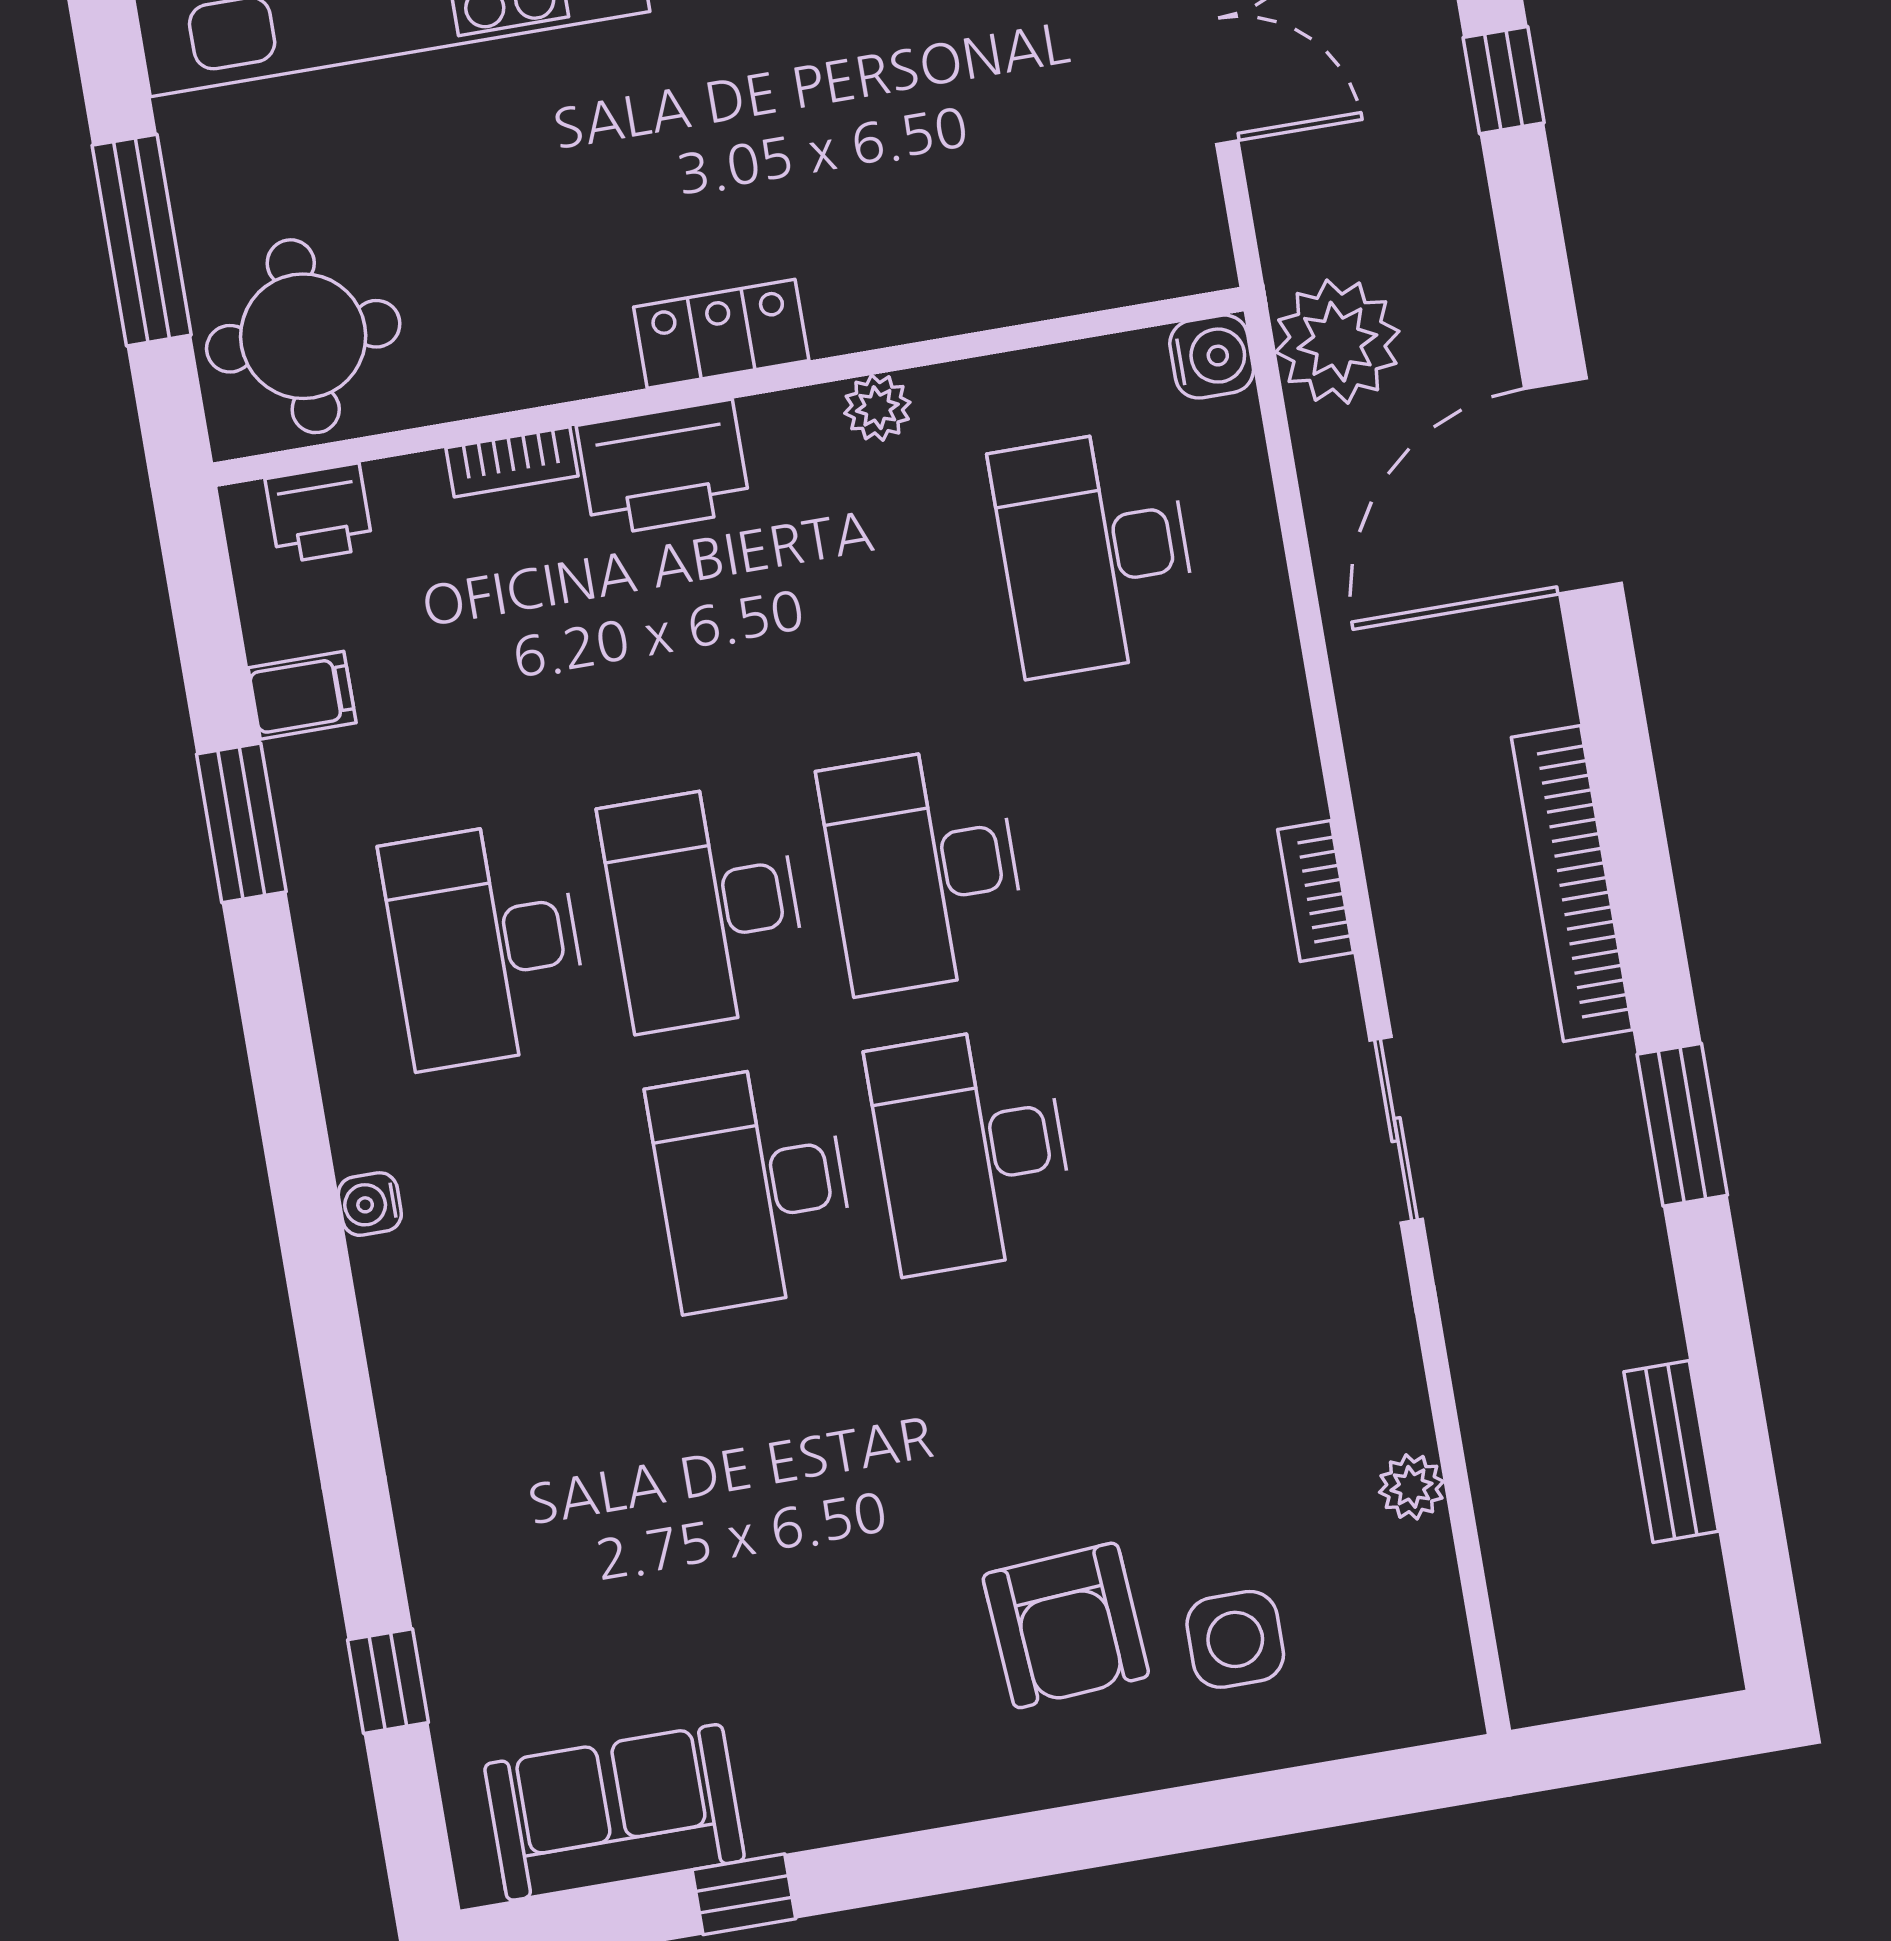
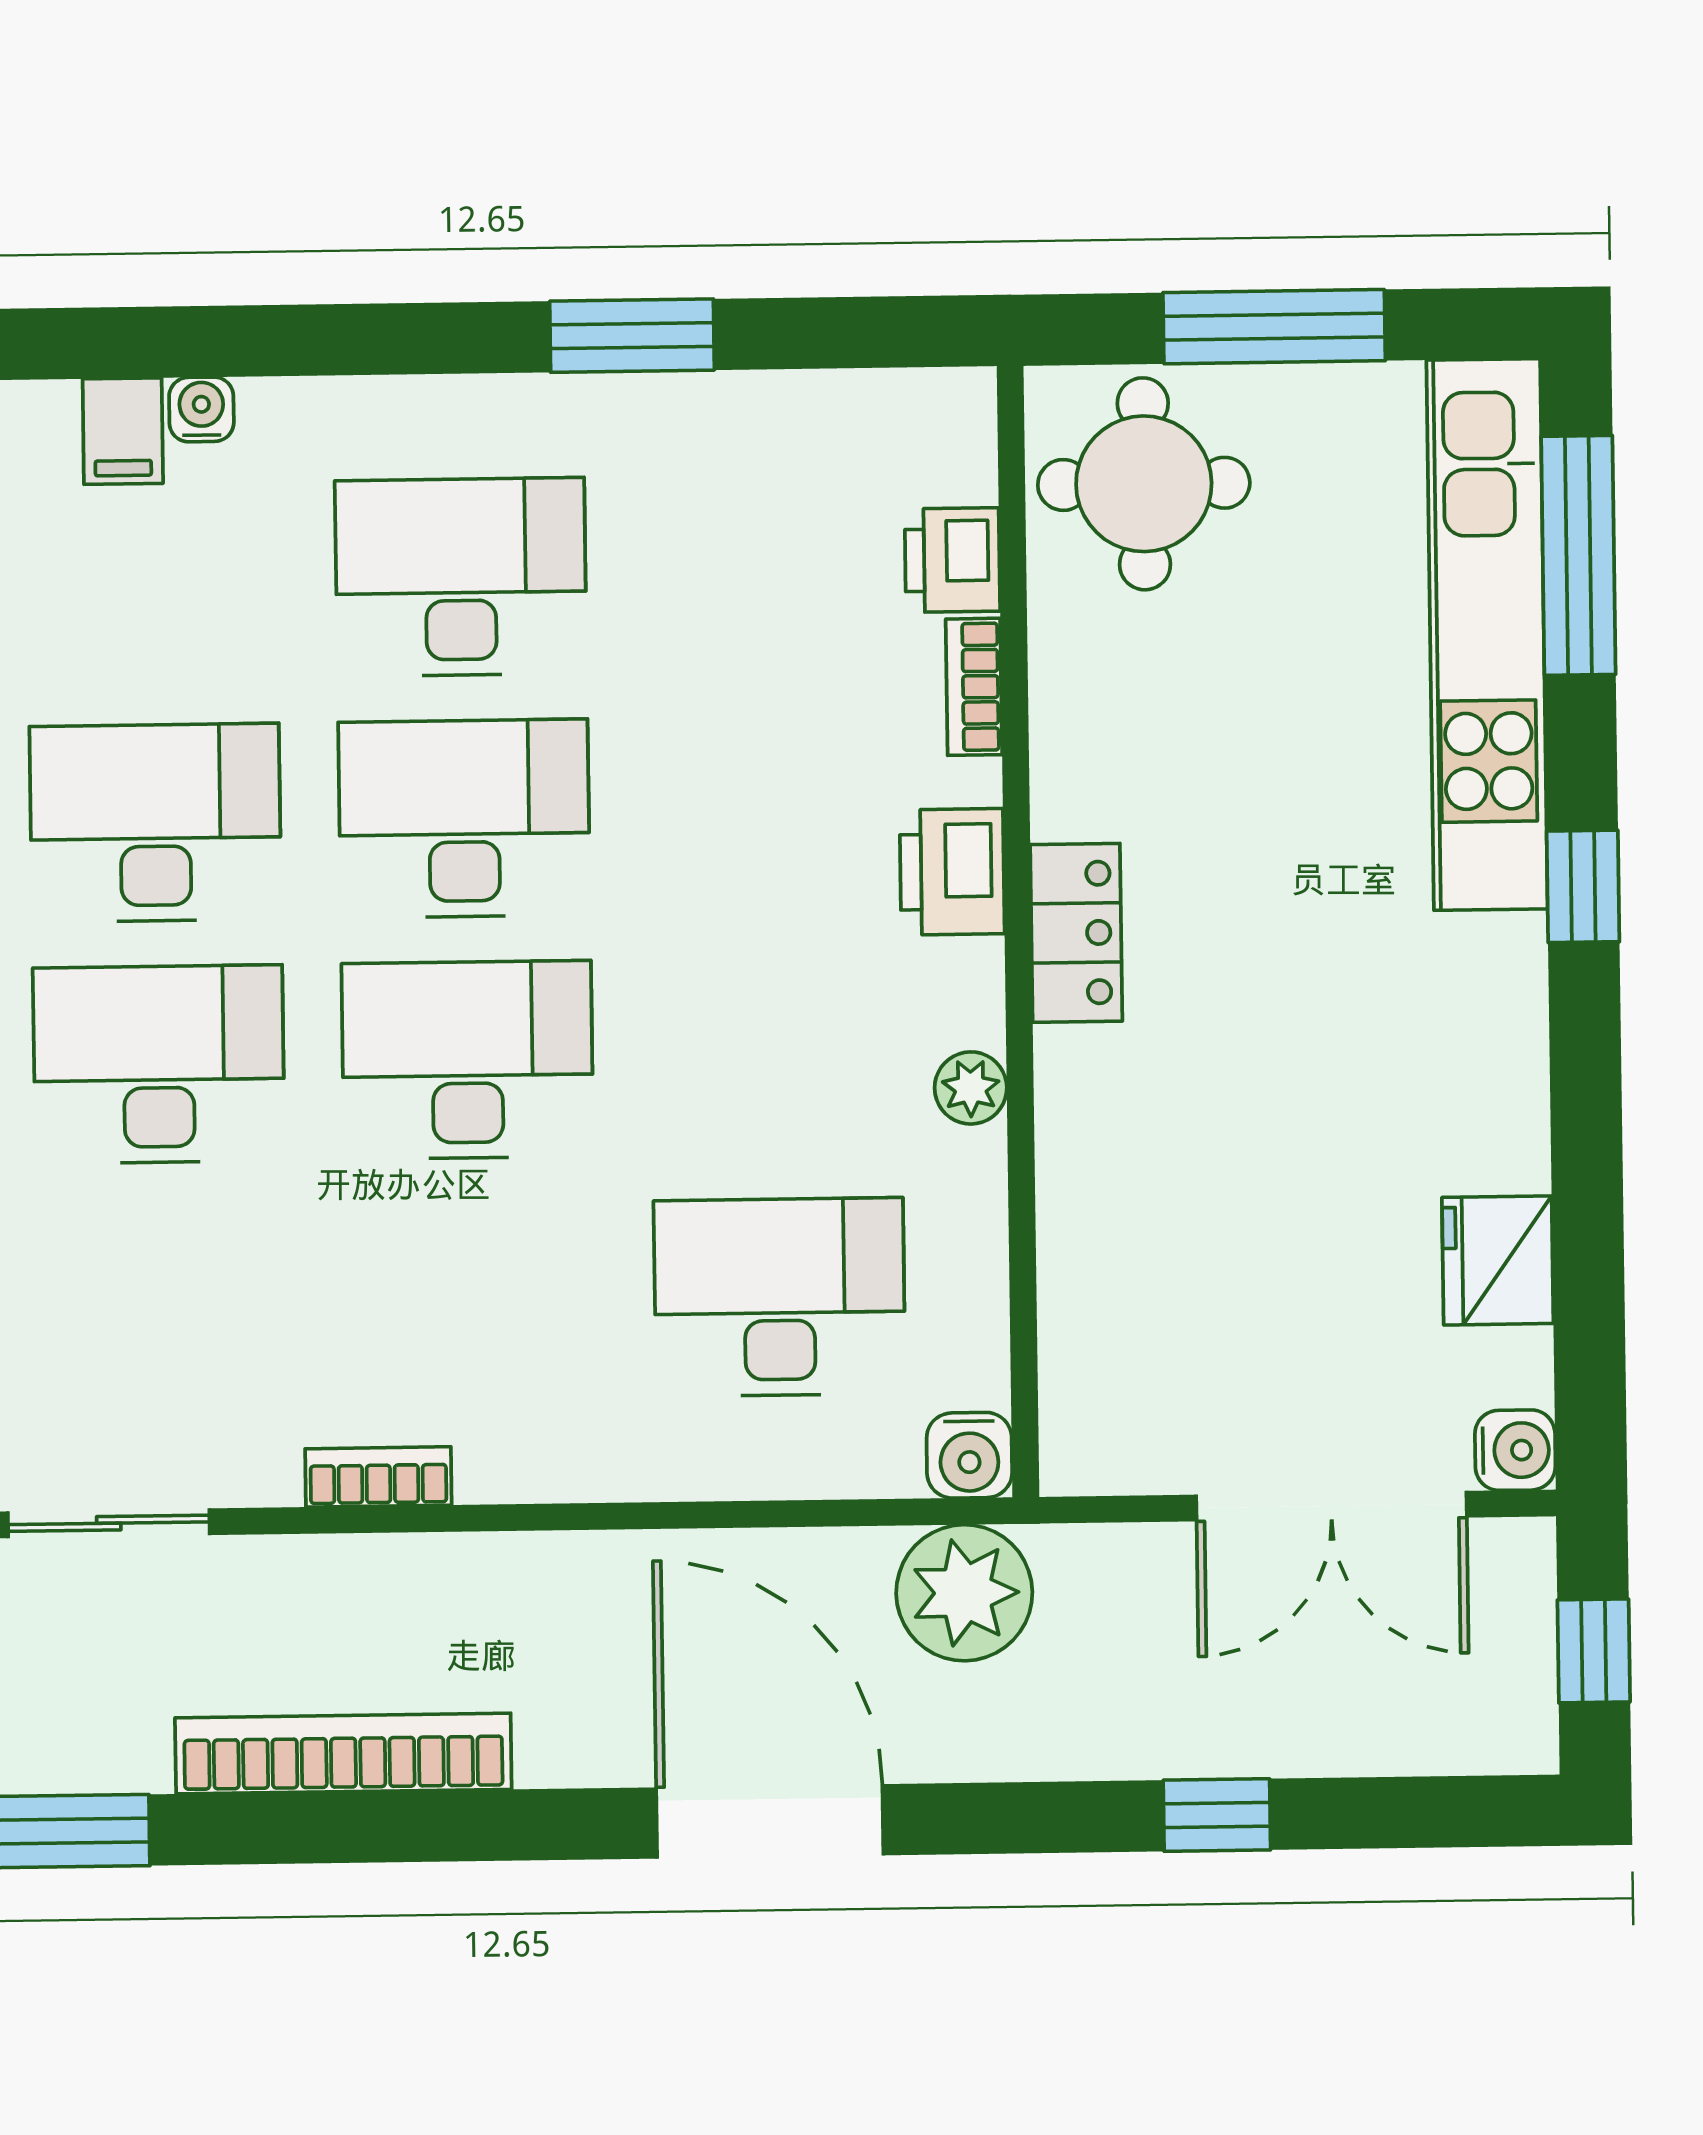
printer: (664, 468) -> (952, 872), width x0.73, depth x0.84
printer: (319, 513) -> (952, 560), moved
filing cabinet: (302, 695) -> (123, 431), moved

